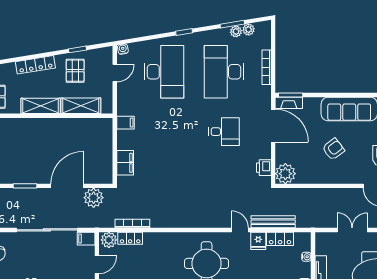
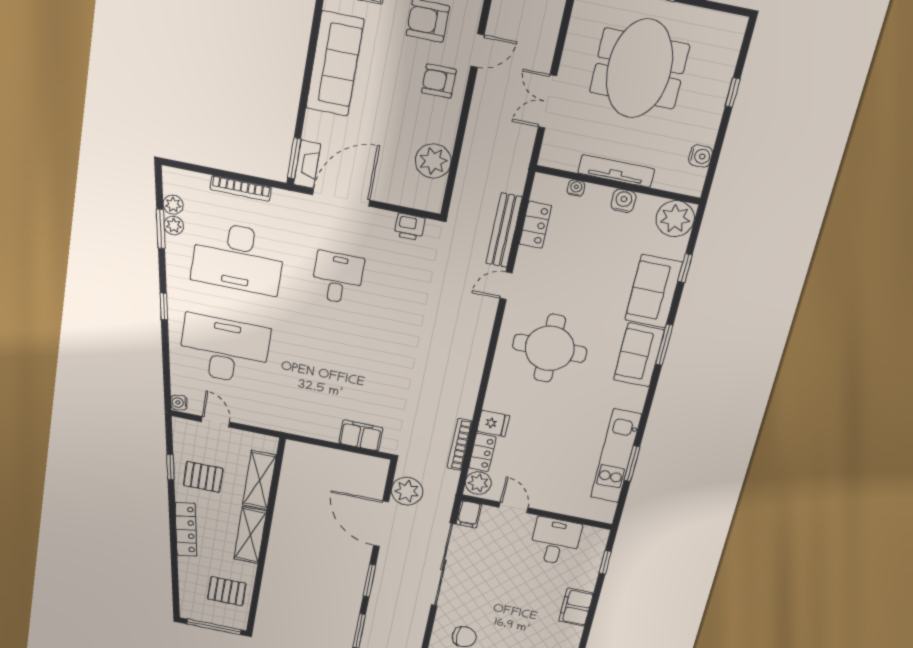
filing cabinet: (126, 123) -> (297, 422), removed
armchair: (333, 149) -> (439, 81), moved, turned -53
plant: (285, 174) -> (433, 161), moved
fridge: (258, 241) -> (493, 423), moved

